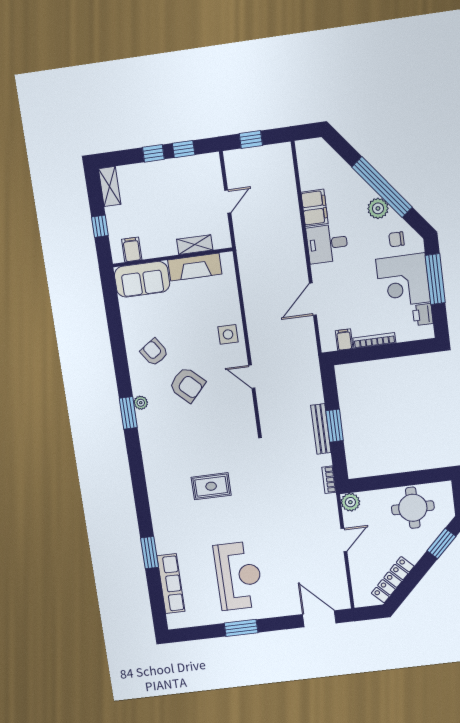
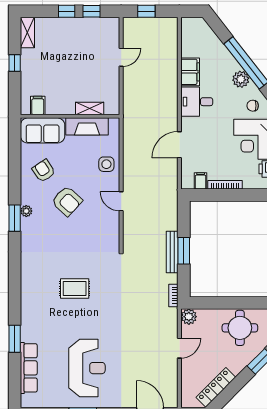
shelving: (195, 245) -> (90, 108), moved
filing cabinet: (132, 249) -> (38, 105), moved
wall: (173, 257) -> (70, 116), moved
fireplace: (195, 267) -> (87, 126), moved
sofa: (142, 279) -> (43, 130), moved

